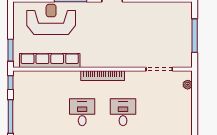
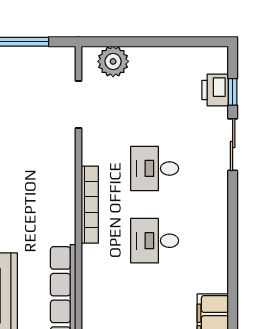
plant: (188, 85) -> (113, 61), width x1.88, depth x1.88

